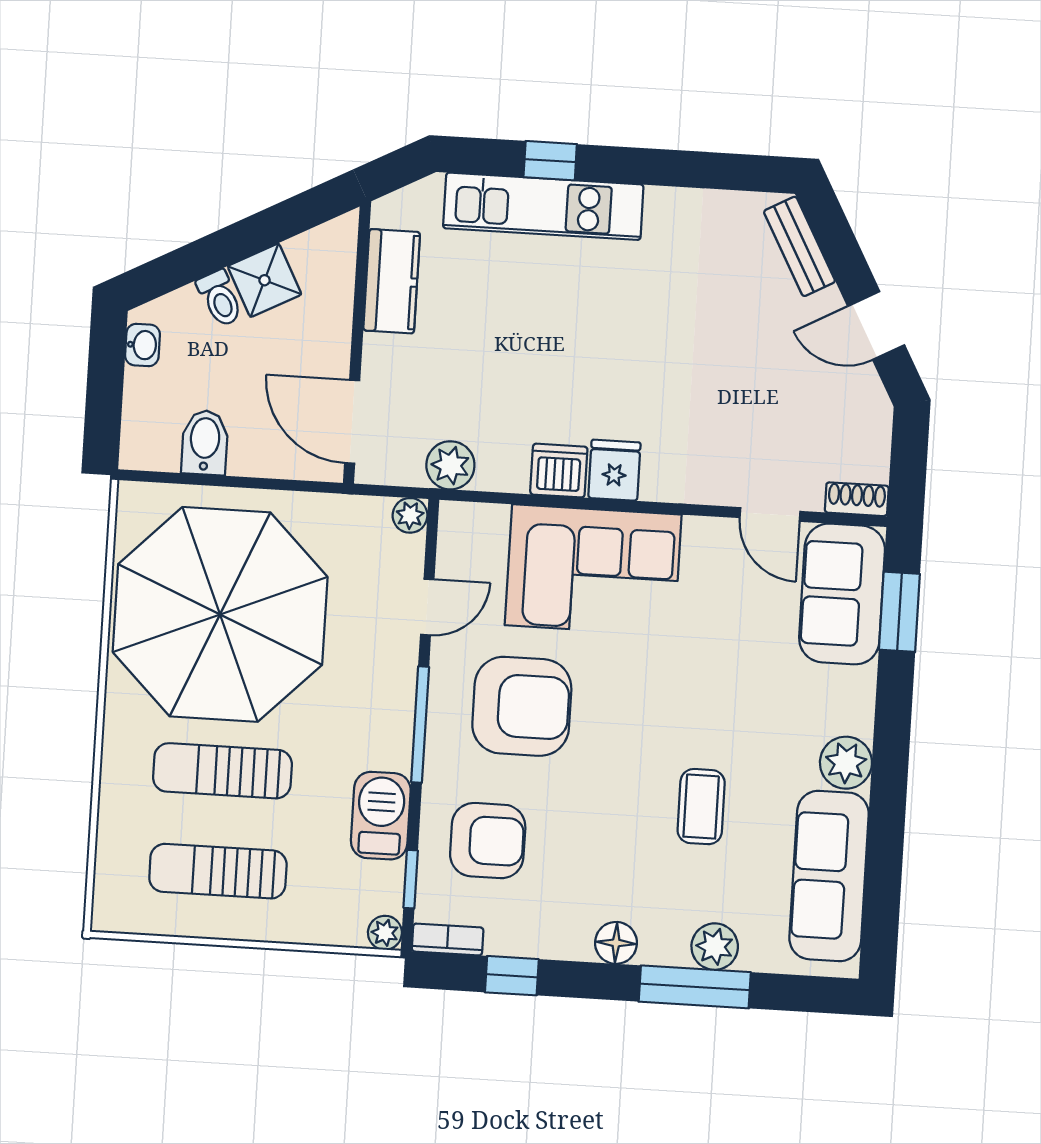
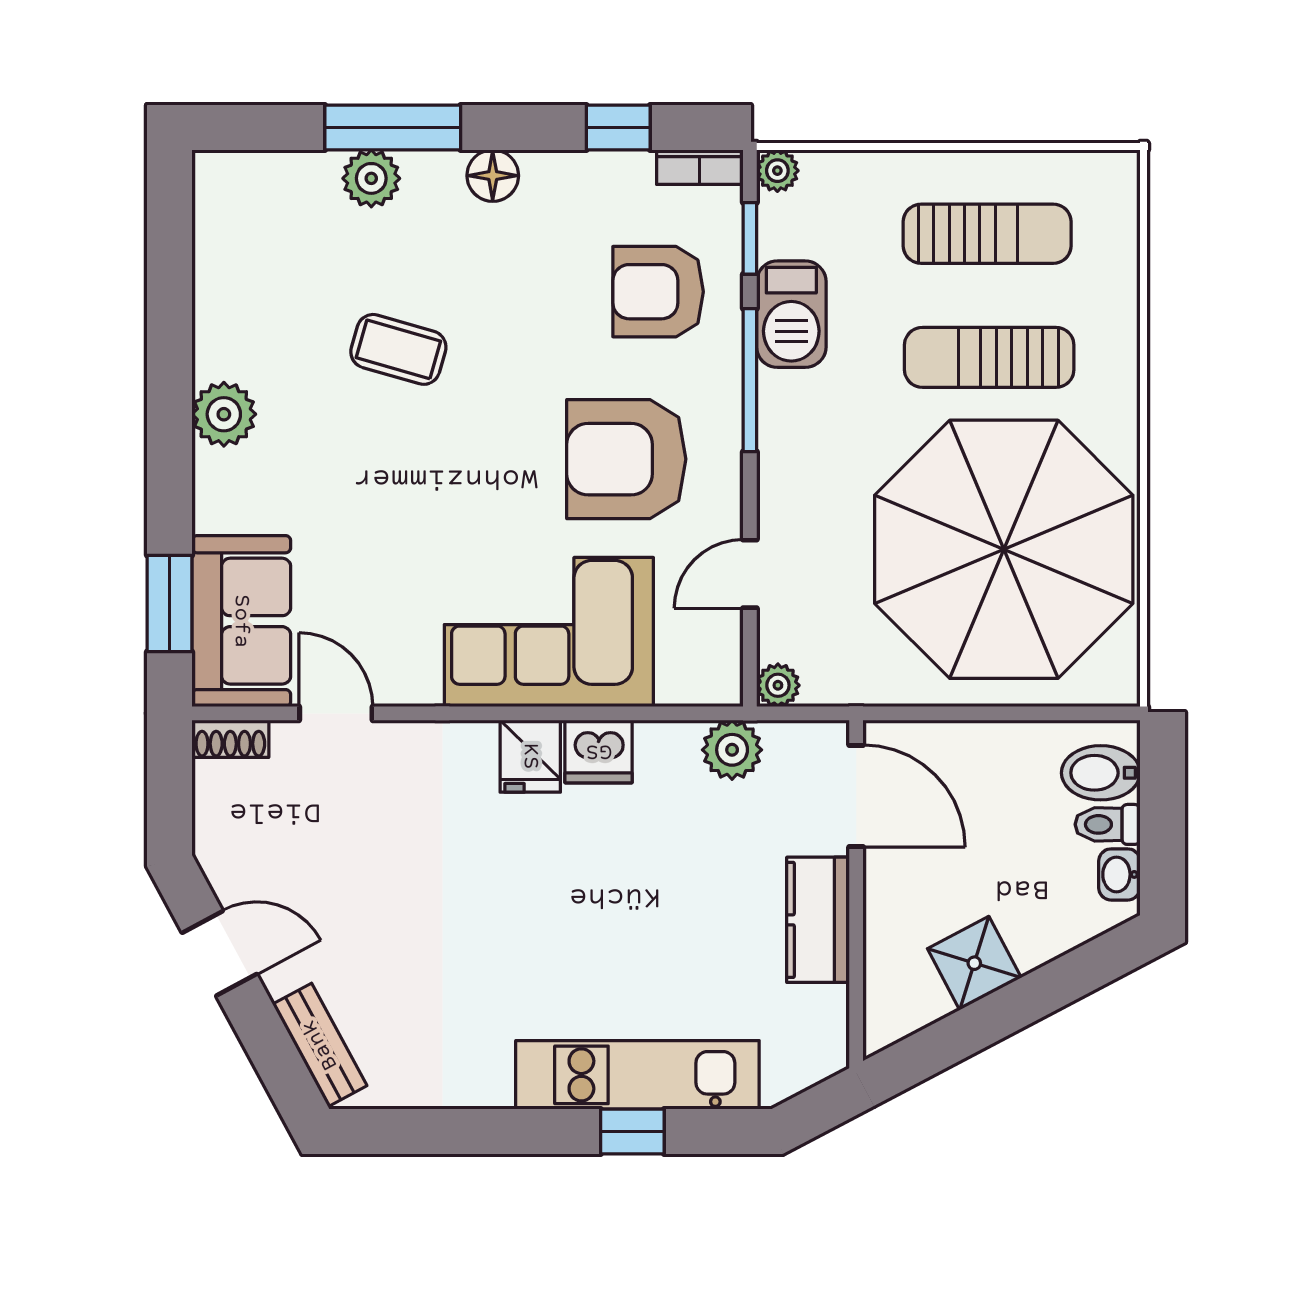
kitchen counter: (392, 281) -> (818, 920), moved
toilet: (220, 298) -> (1108, 824), moved, turned -62
bidet: (205, 442) -> (1101, 773), moved, turned 90
window: (420, 724) -> (750, 380), moved
sun lounger: (222, 771) -> (989, 357), turned 180
coffee table: (701, 807) -> (398, 349), turned -74
sofa: (829, 876) -> (236, 274), removed

